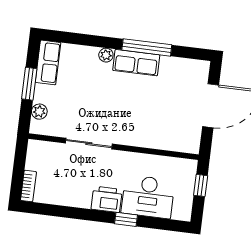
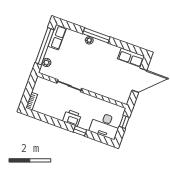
window: (147, 47) -> (96, 35), moved
row of seats: (136, 63) -> (131, 58), moved
window: (29, 84) -> (45, 46), width x2.11
desk: (148, 197) -> (105, 125), moved

